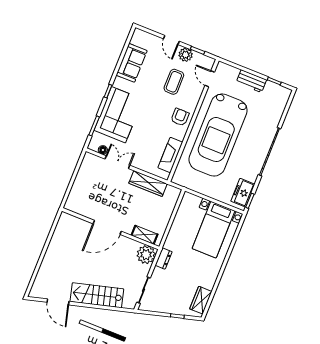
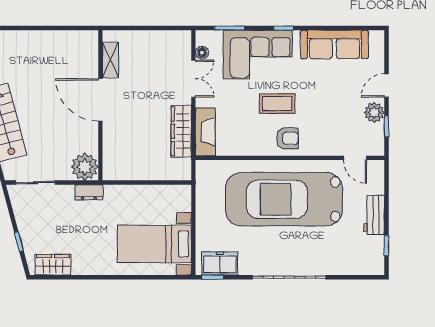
sofa: (132, 63) -> (334, 44), width x1.36
door: (210, 79) -> (355, 158), swing flipped
coffee table: (174, 82) -> (277, 104), moved
fireplace: (170, 155) -> (205, 132), moved, turned 90
shelving: (144, 235) -> (111, 60), moved

